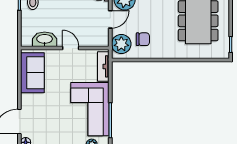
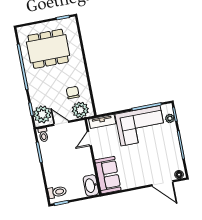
washbasin: (45, 39) -> (91, 185), moved
door: (71, 48) -> (89, 139), moved
sofa: (32, 73) -> (108, 175), moved, turned 90

